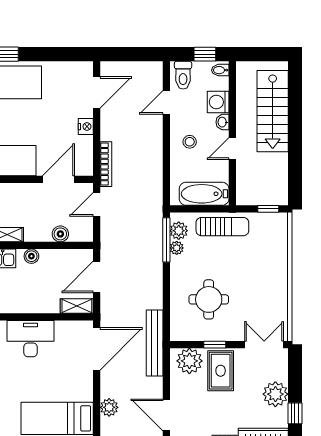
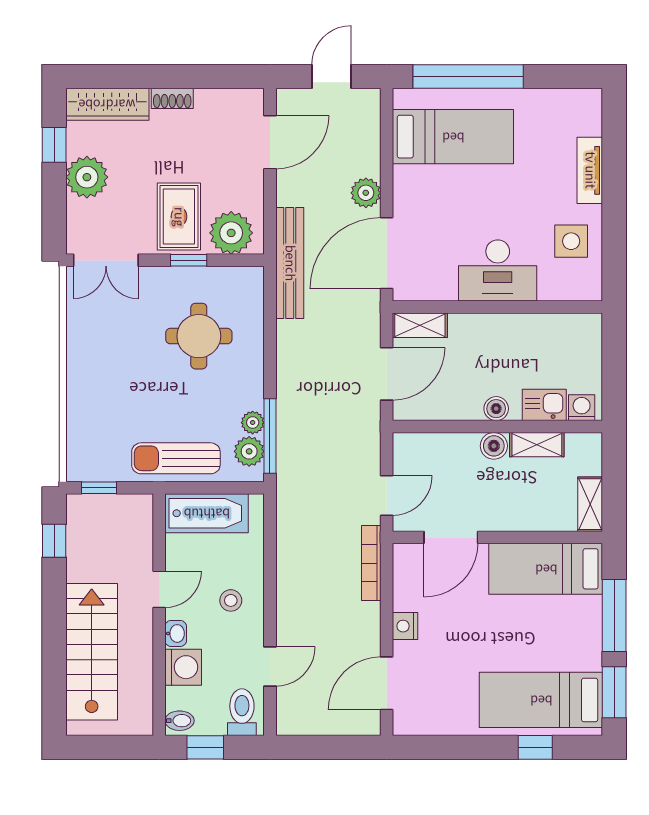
window: (295, 177) -> (54, 541), added
boiler: (60, 234) -> (494, 446), moved
plant: (109, 407) -> (366, 193), moved
door: (166, 415) -> (270, 142), hinge flipped

